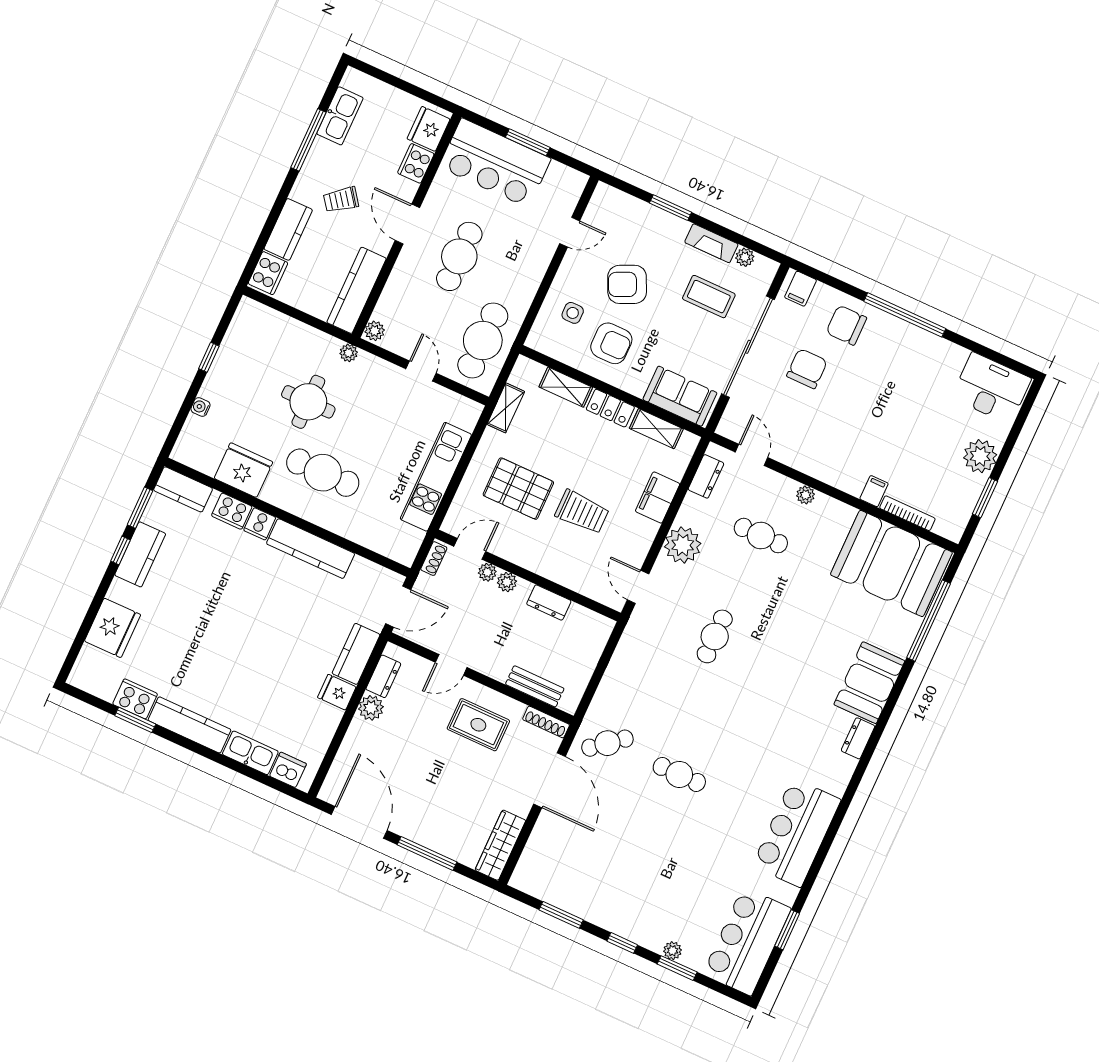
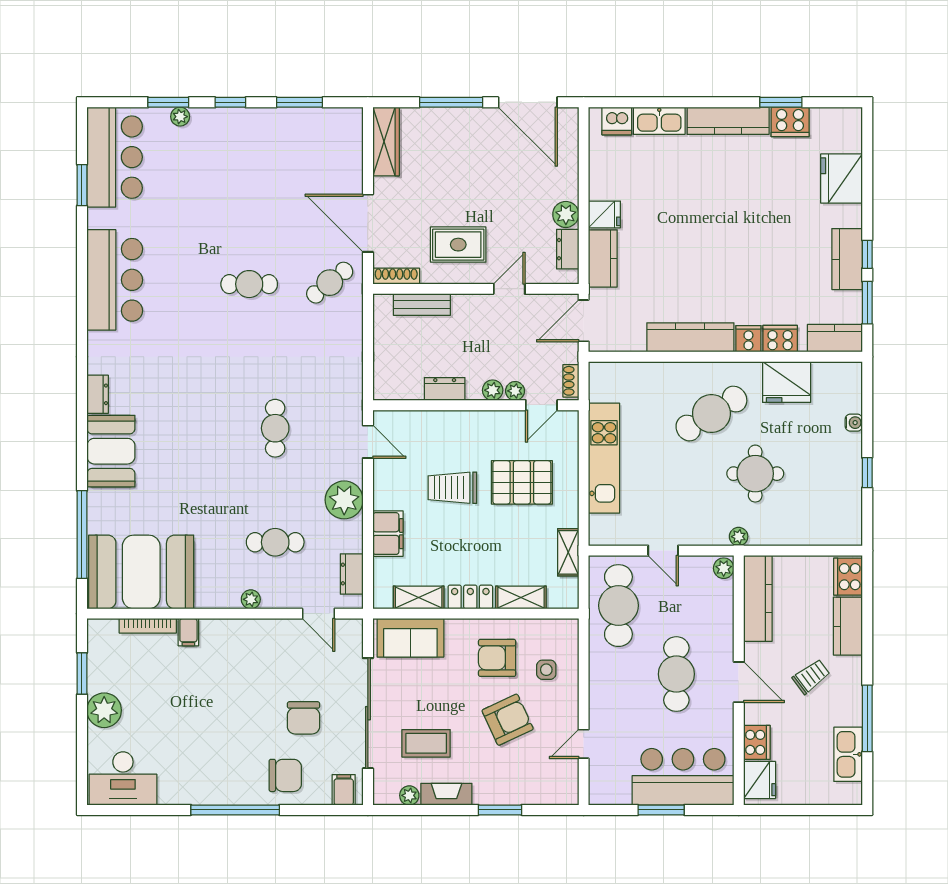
cafe table: (323, 473) -> (711, 414), turned -32

